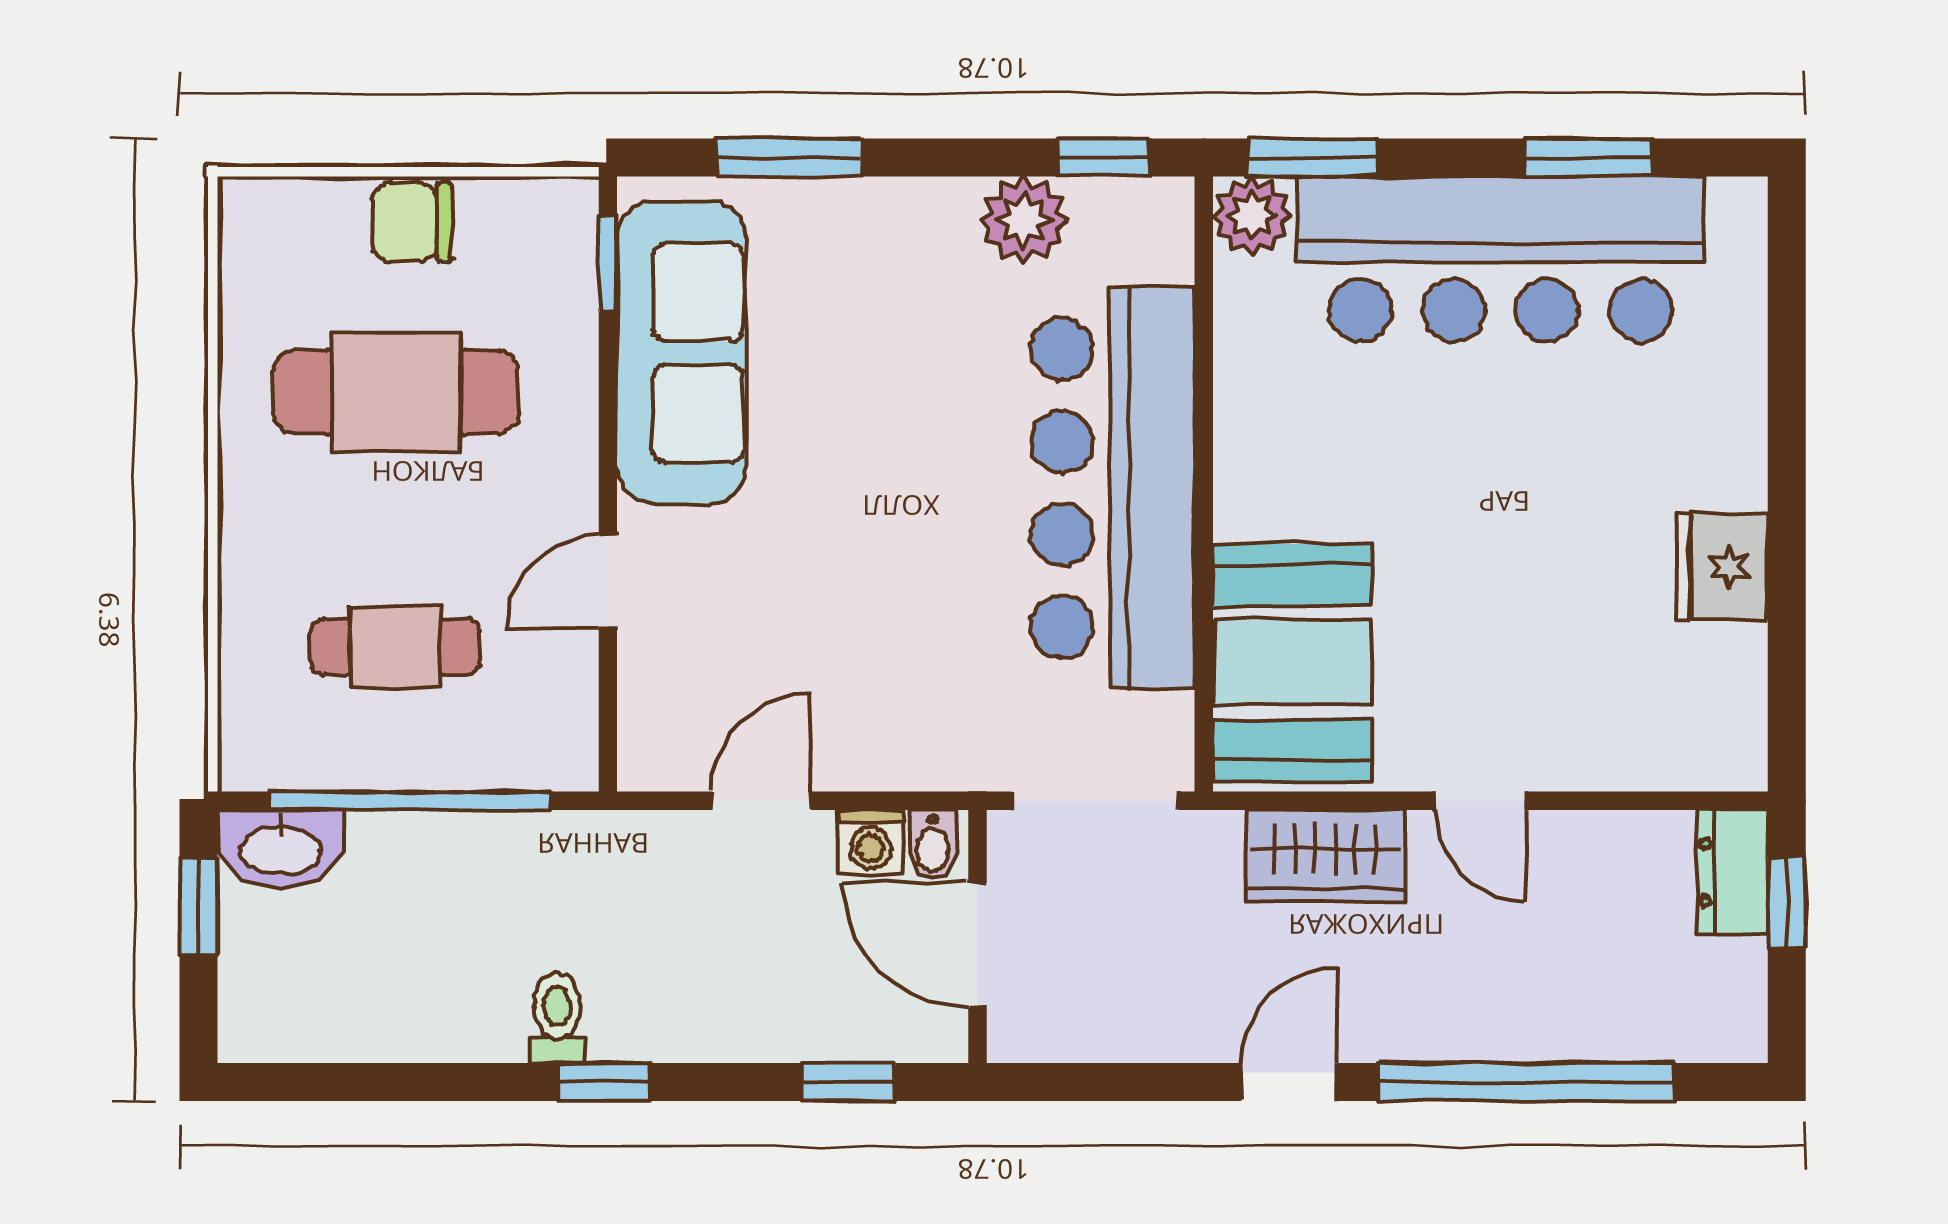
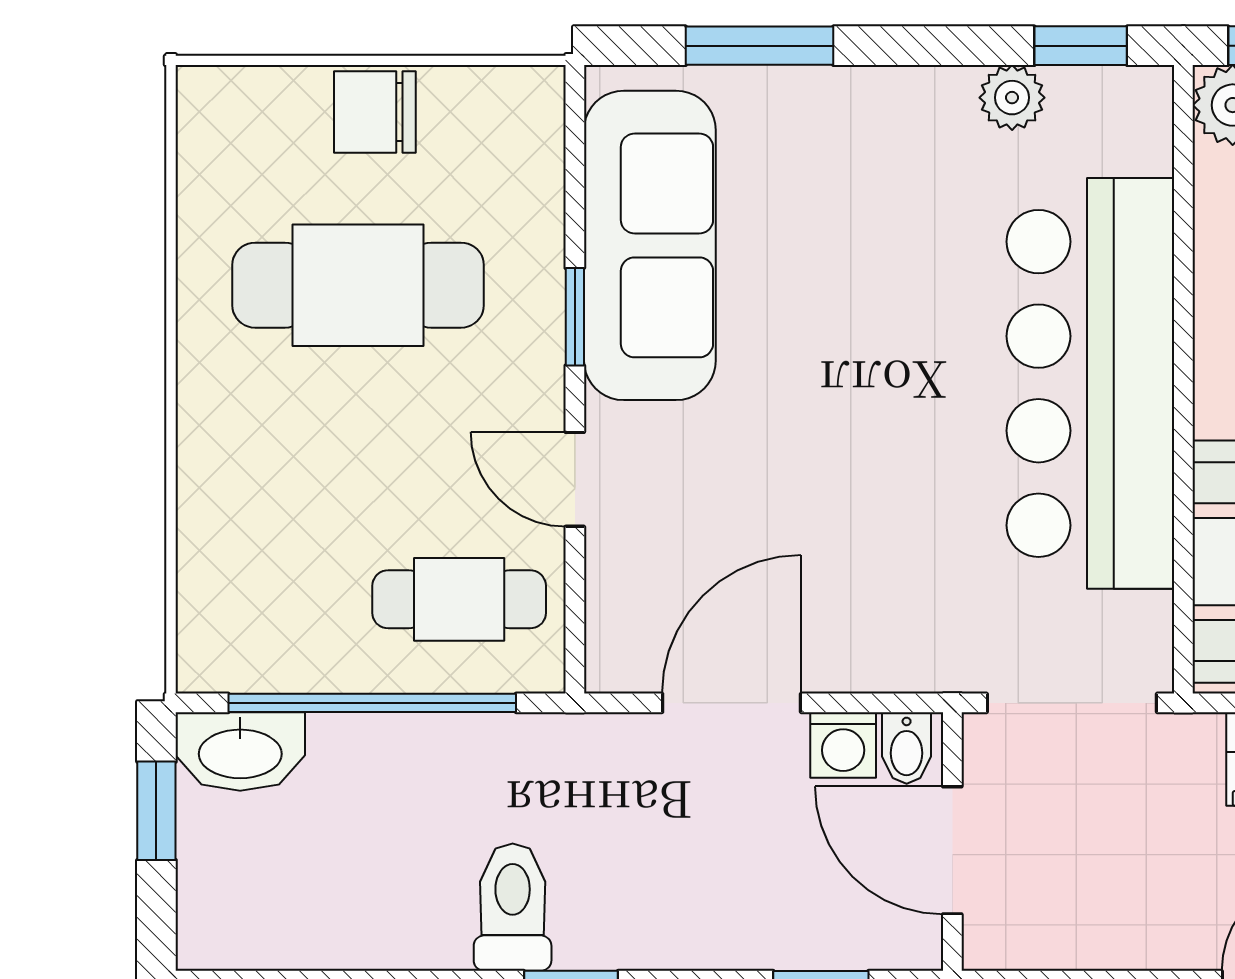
plant: (1024, 220) -> (1012, 98), width x0.73, depth x0.73
window: (608, 264) -> (575, 317), moved
door: (608, 582) -> (575, 479), hinge flipped
cafe table: (395, 647) -> (459, 599), moved
door: (761, 801) -> (732, 703), width x1.37
toilet: (557, 1018) -> (513, 907), width x1.37, depth x1.39

